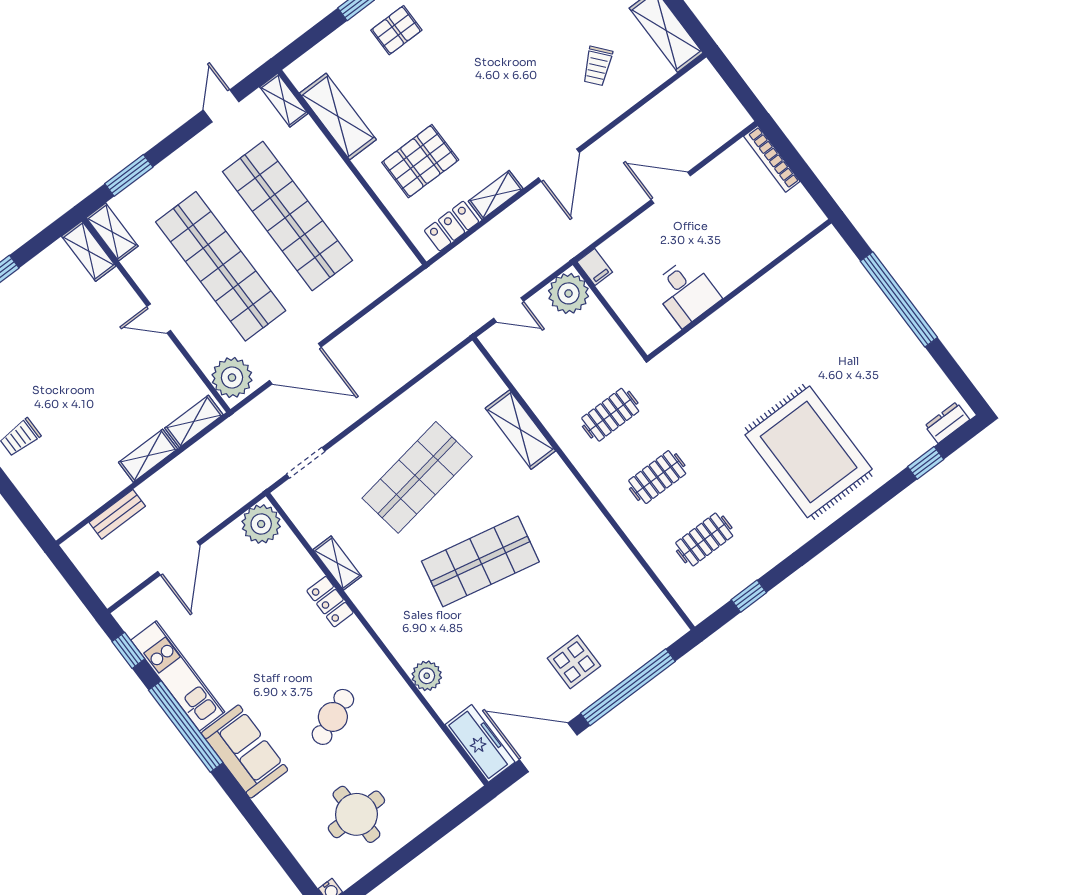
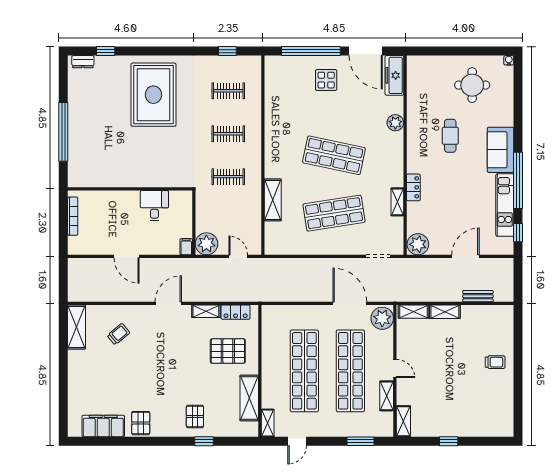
pallet: (396, 30) -> (195, 416), turned 90
bookcase: (772, 159) -> (73, 216), moved
shelving: (112, 232) -> (387, 396), moved
cafe table: (333, 717) -> (450, 136), turned -68

